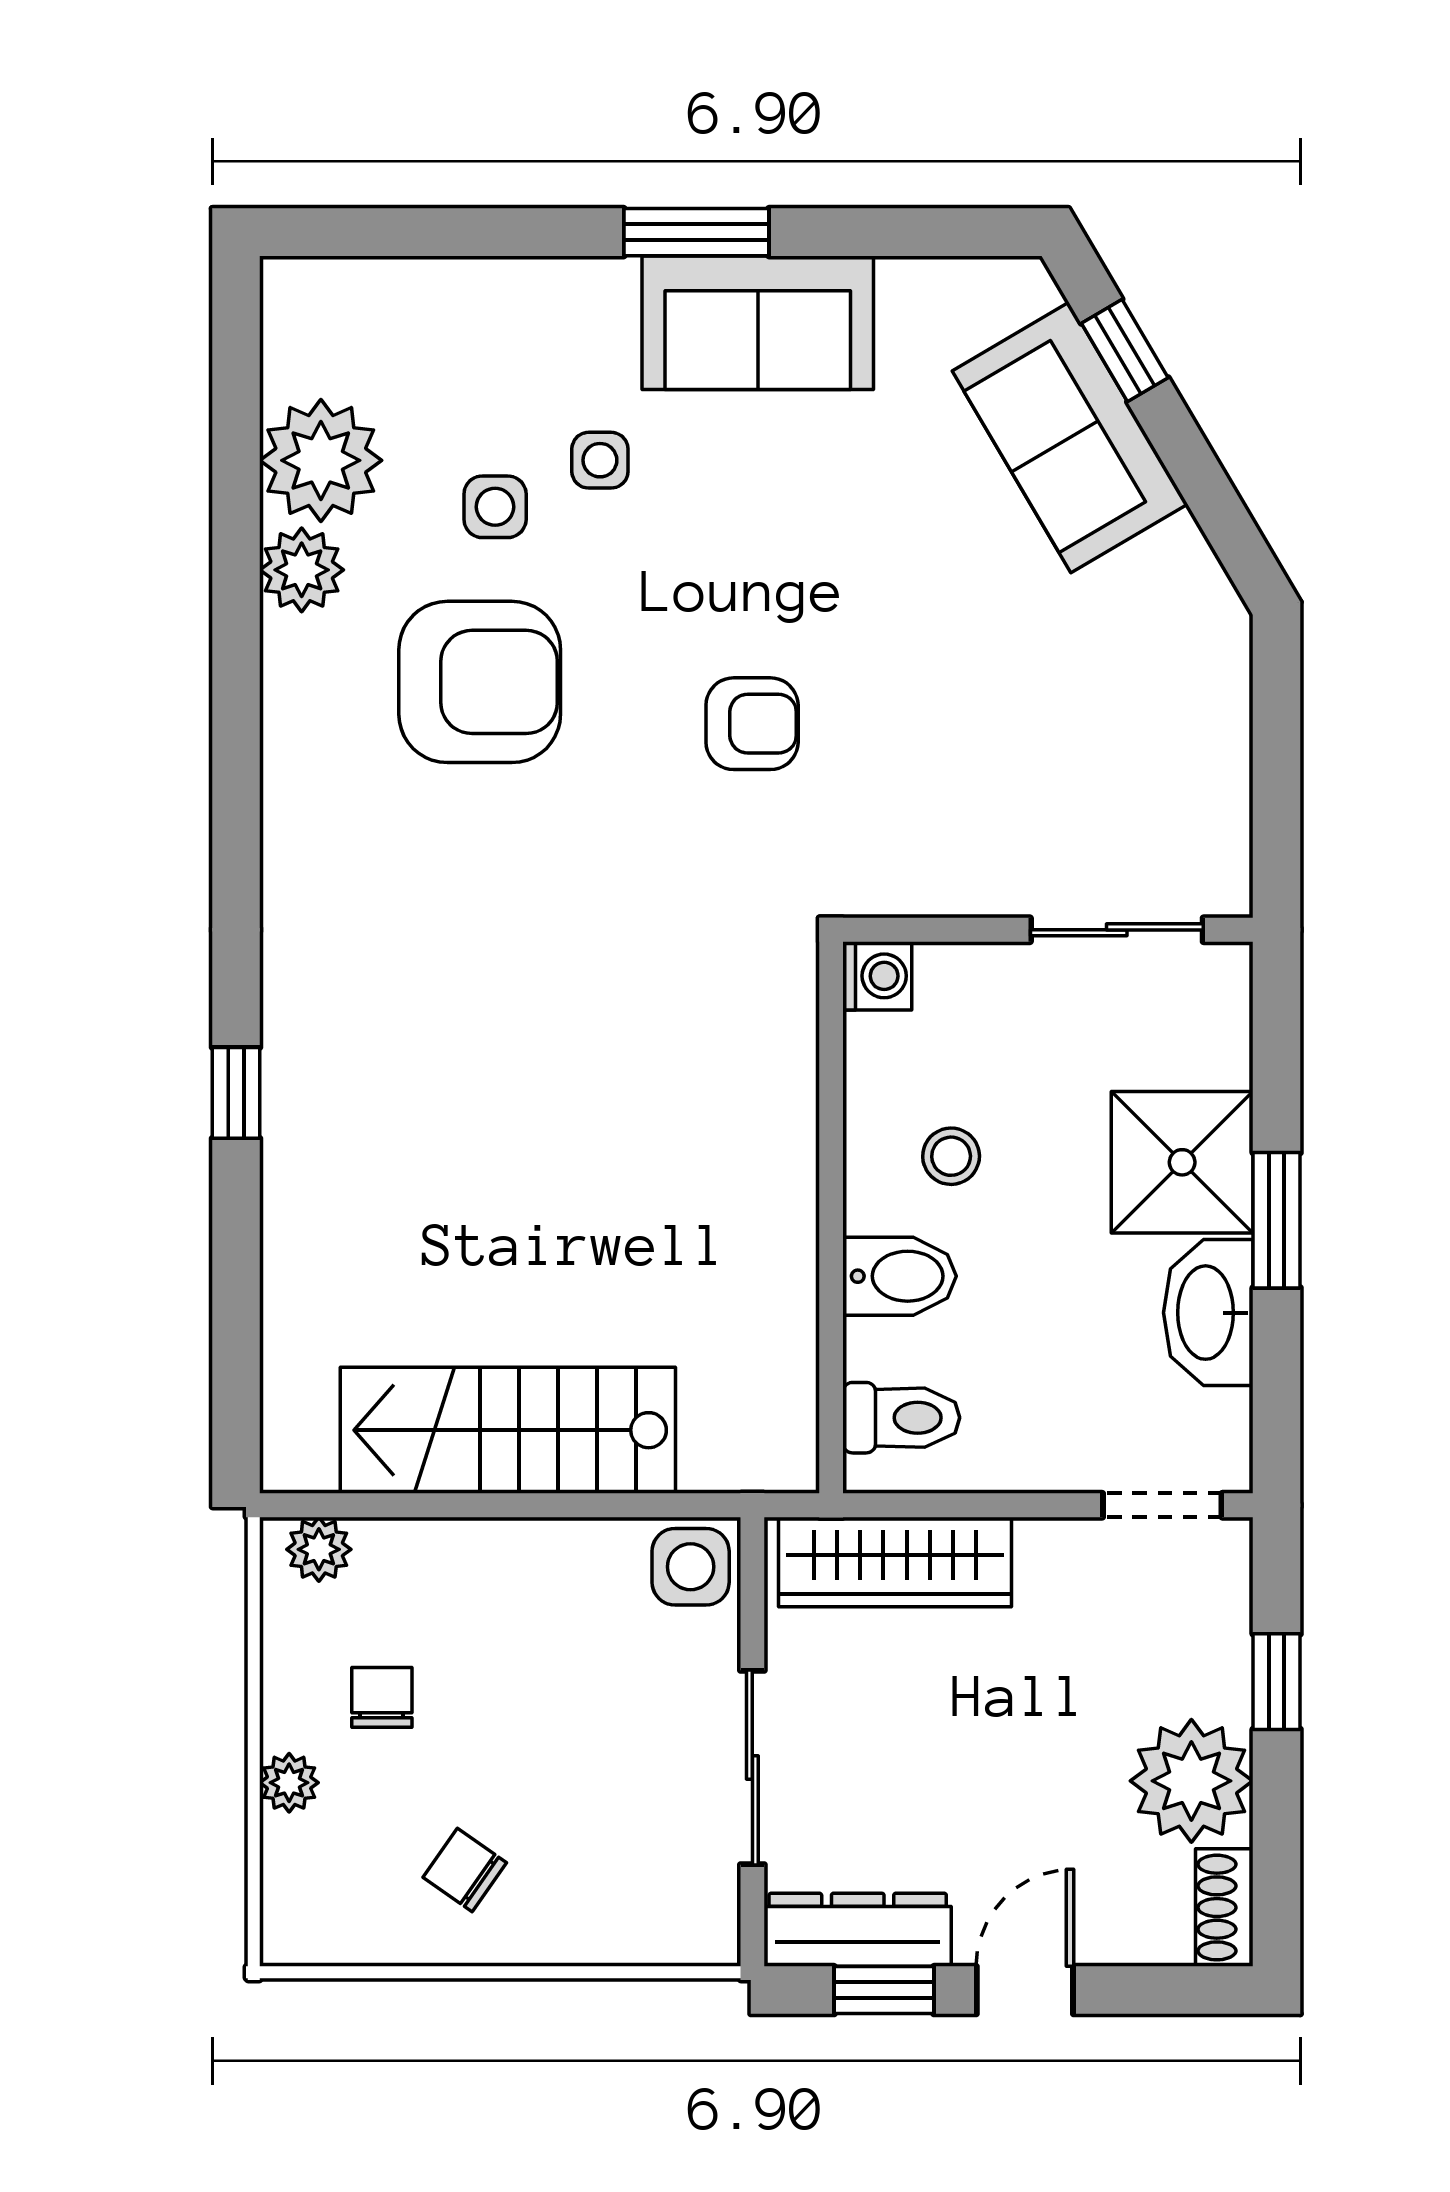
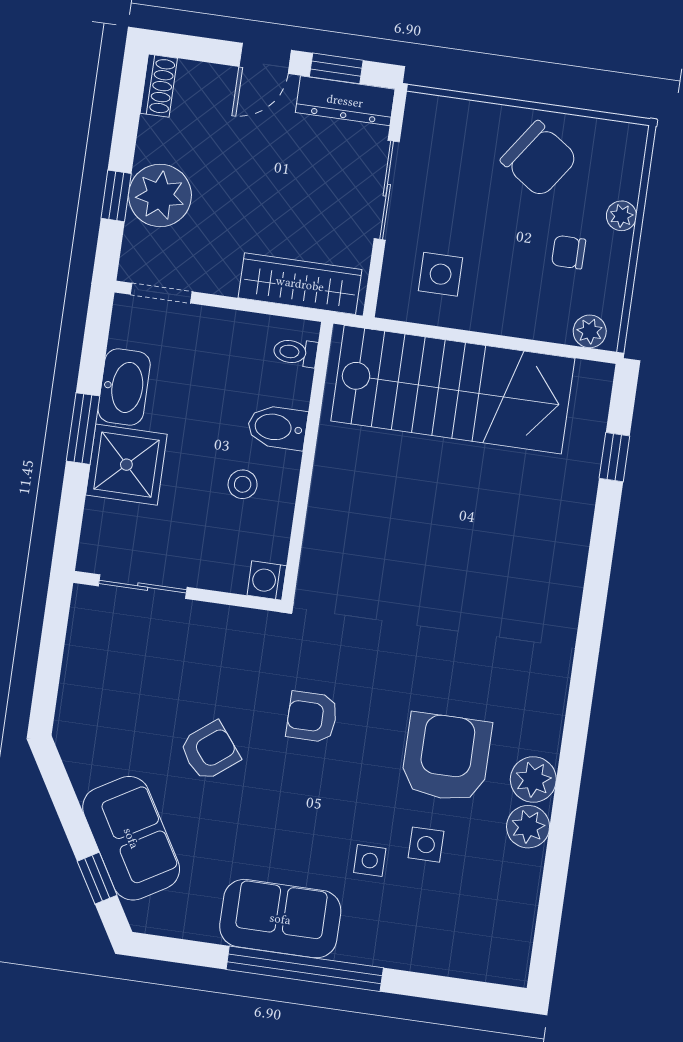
window: (696, 232) -> (305, 969), width x2.11
plant: (321, 460) -> (533, 780), moved, width x0.73, depth x0.73
armchair: (941, 629) -> (210, 751), added
armchair: (480, 682) -> (446, 757), turned 90
window: (236, 1093) -> (614, 457), moved
toilet: (901, 1418) -> (295, 352), width x0.73, depth x0.72
stairs: (508, 1430) -> (453, 390), width x1.36, depth x1.51
side table: (691, 1567) -> (441, 274), moved
chair: (382, 1697) -> (569, 252), turned 90
plant: (1191, 1781) -> (160, 195), moved
chair: (465, 1870) -> (539, 159), width x1.87, depth x1.87

